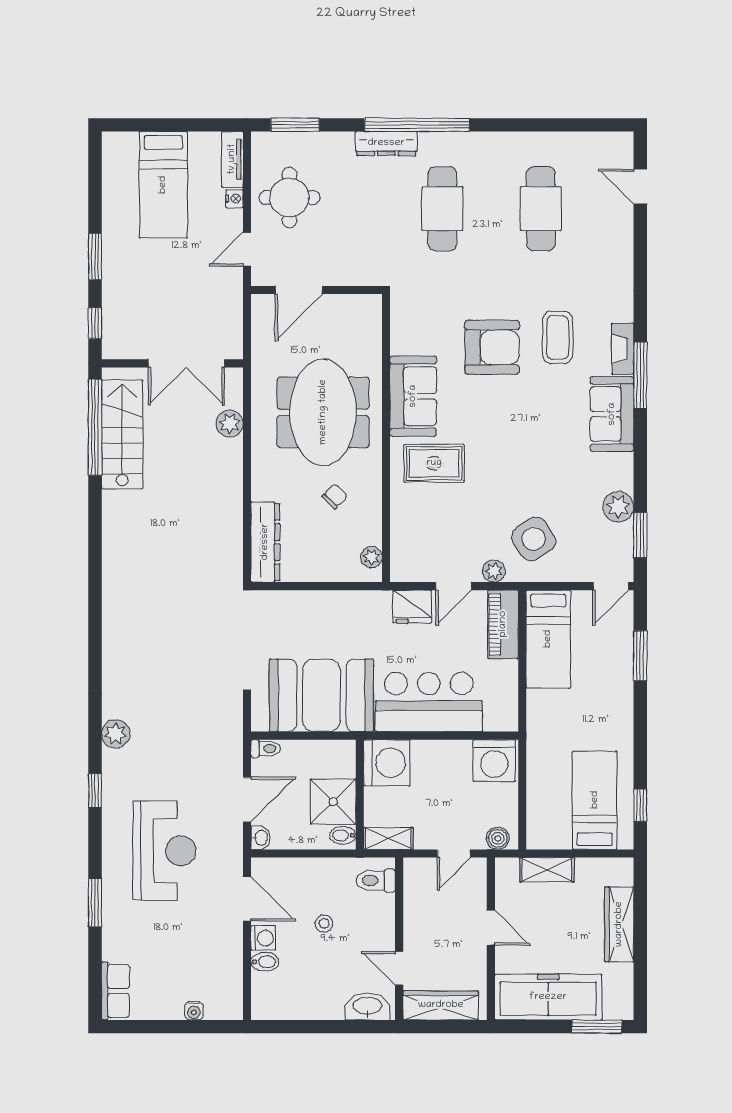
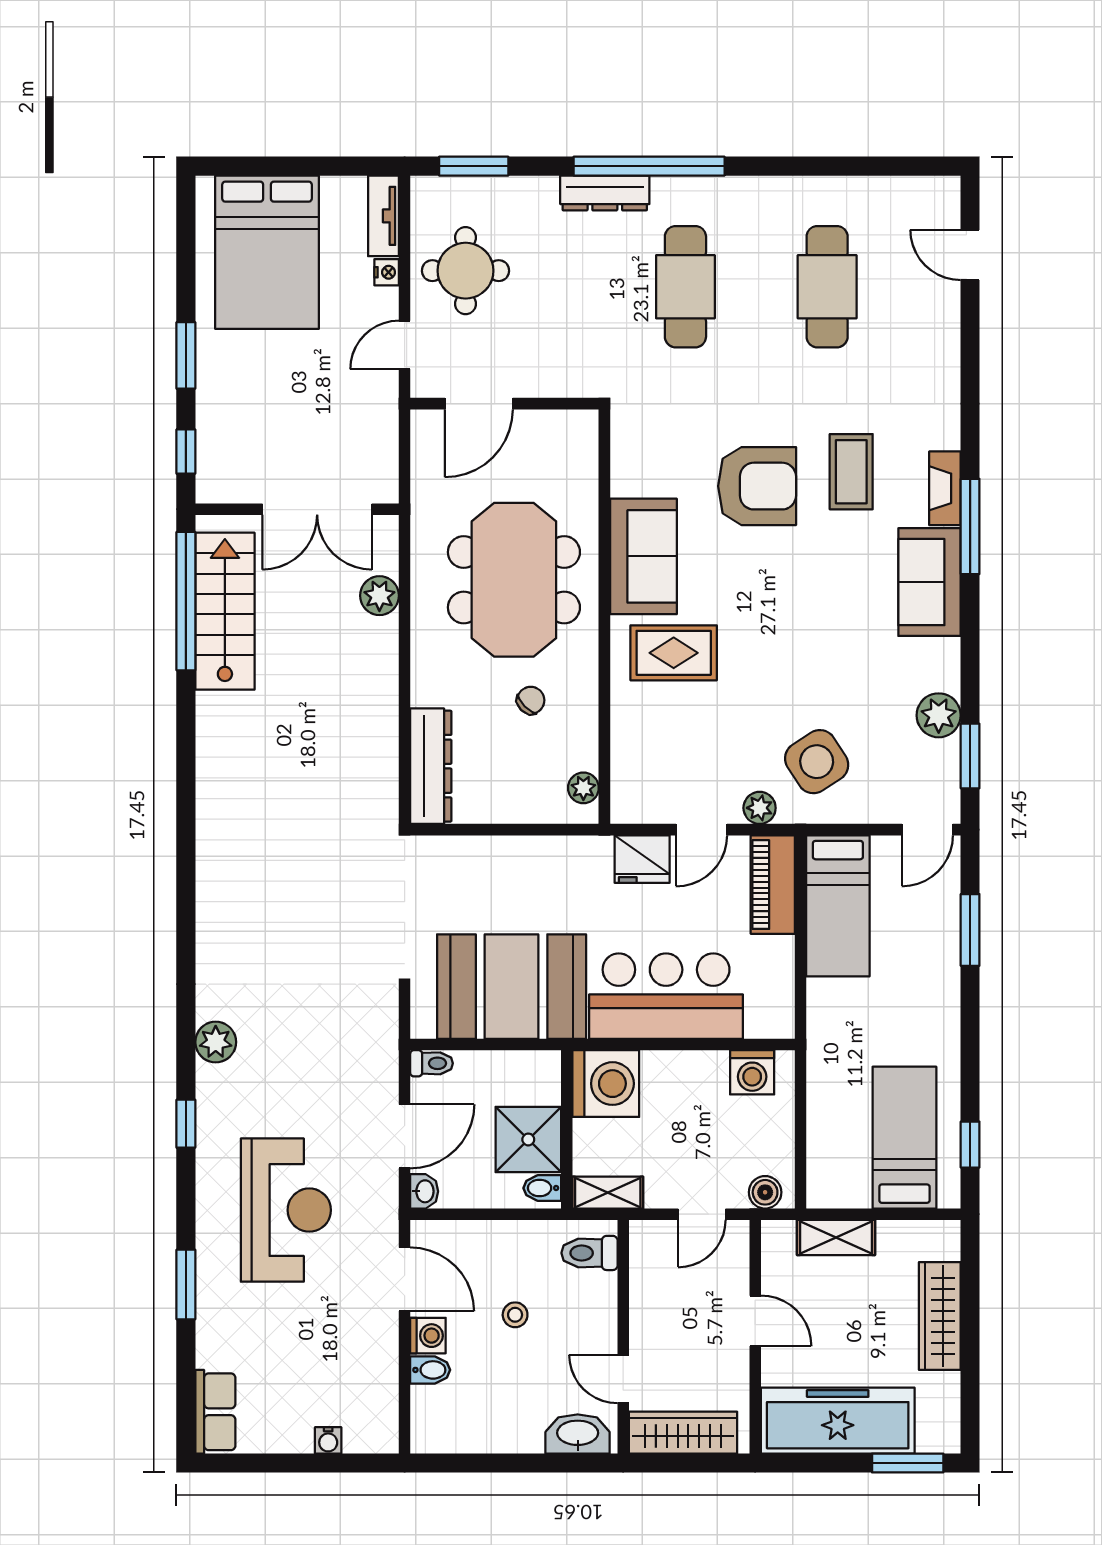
bed: (163, 185) -> (267, 252), width x1.50
washing machine: (494, 761) -> (752, 1072), width x0.73, depth x0.73

